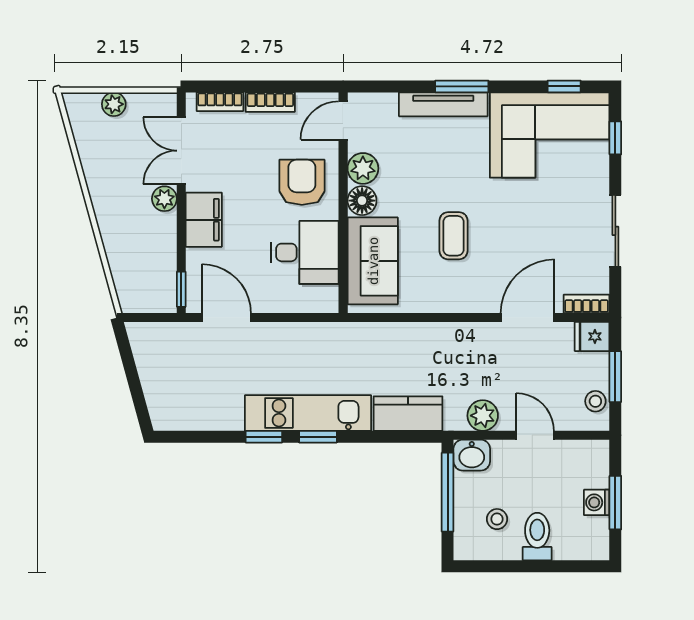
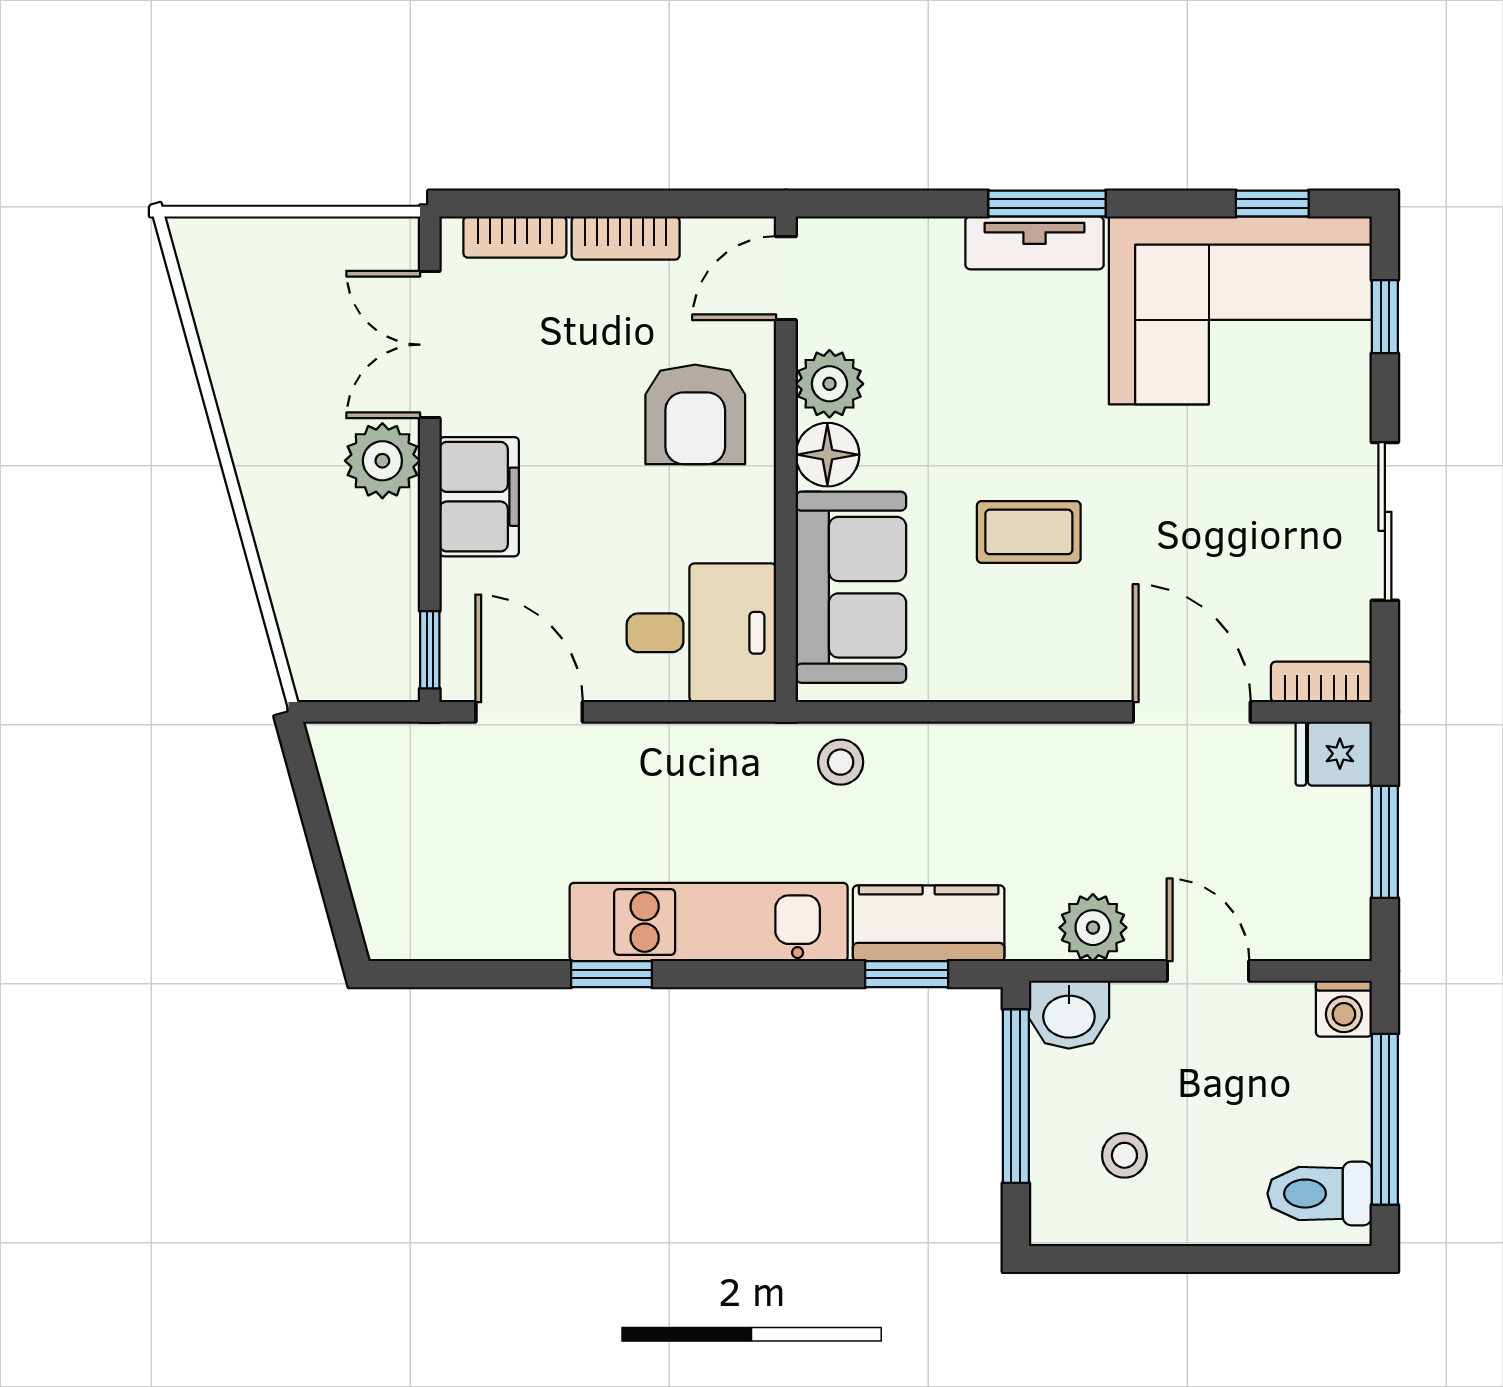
plant: (114, 104) -> (281, 243), removed
tv unit: (443, 104) -> (1034, 243), width x0.71
armchair: (302, 182) -> (695, 414), turned 180
plant: (164, 199) -> (382, 461), width x1.38, depth x1.38
coffee table: (453, 236) -> (1029, 532), turned 90
desk: (305, 252) -> (701, 633), moved
door: (528, 318) -> (1192, 712), hinge flipped
stool: (595, 401) -> (841, 762), moved
window: (318, 437) -> (907, 974), moved
washing machine: (597, 502) -> (1344, 1009), moved, turned -90
window: (615, 503) -> (1385, 1119), width x1.44
toilet: (537, 537) -> (1320, 1194), moved, turned -90

